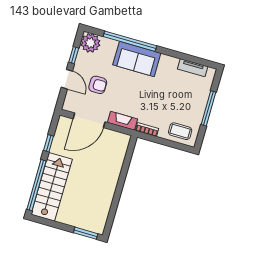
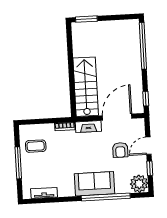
door: (67, 79) -> (148, 146), hinge flipped
armchair: (98, 85) -> (120, 150), turned -90
coffee table: (180, 131) -> (36, 146), moved
window: (49, 143) -> (146, 99), moved
stairs: (52, 187) -> (86, 87), moved, turned 180

